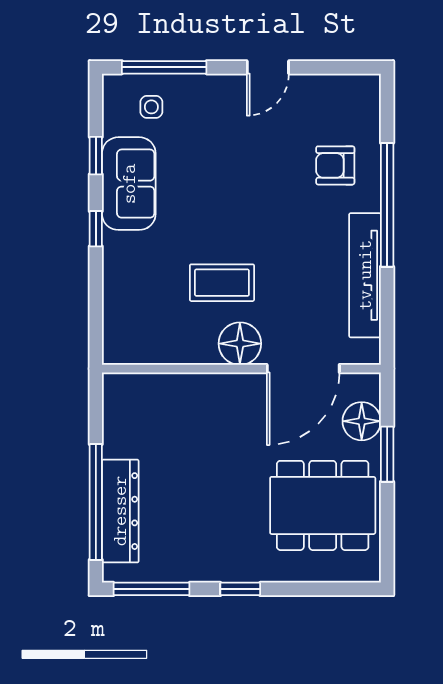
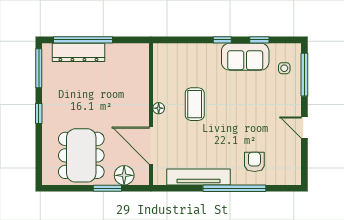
floor lamp: (240, 344) -> (159, 108), width x0.53, depth x0.53

